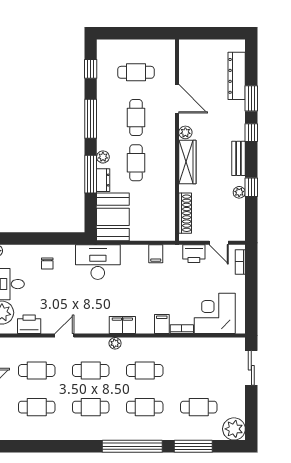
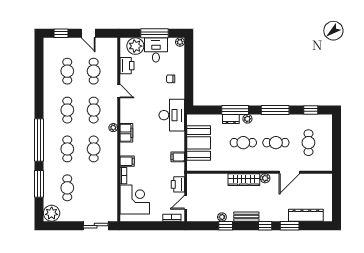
shoe rack: (185, 213) -> (207, 178), removed
booth: (113, 217) -> (199, 143), moved, turned 90

